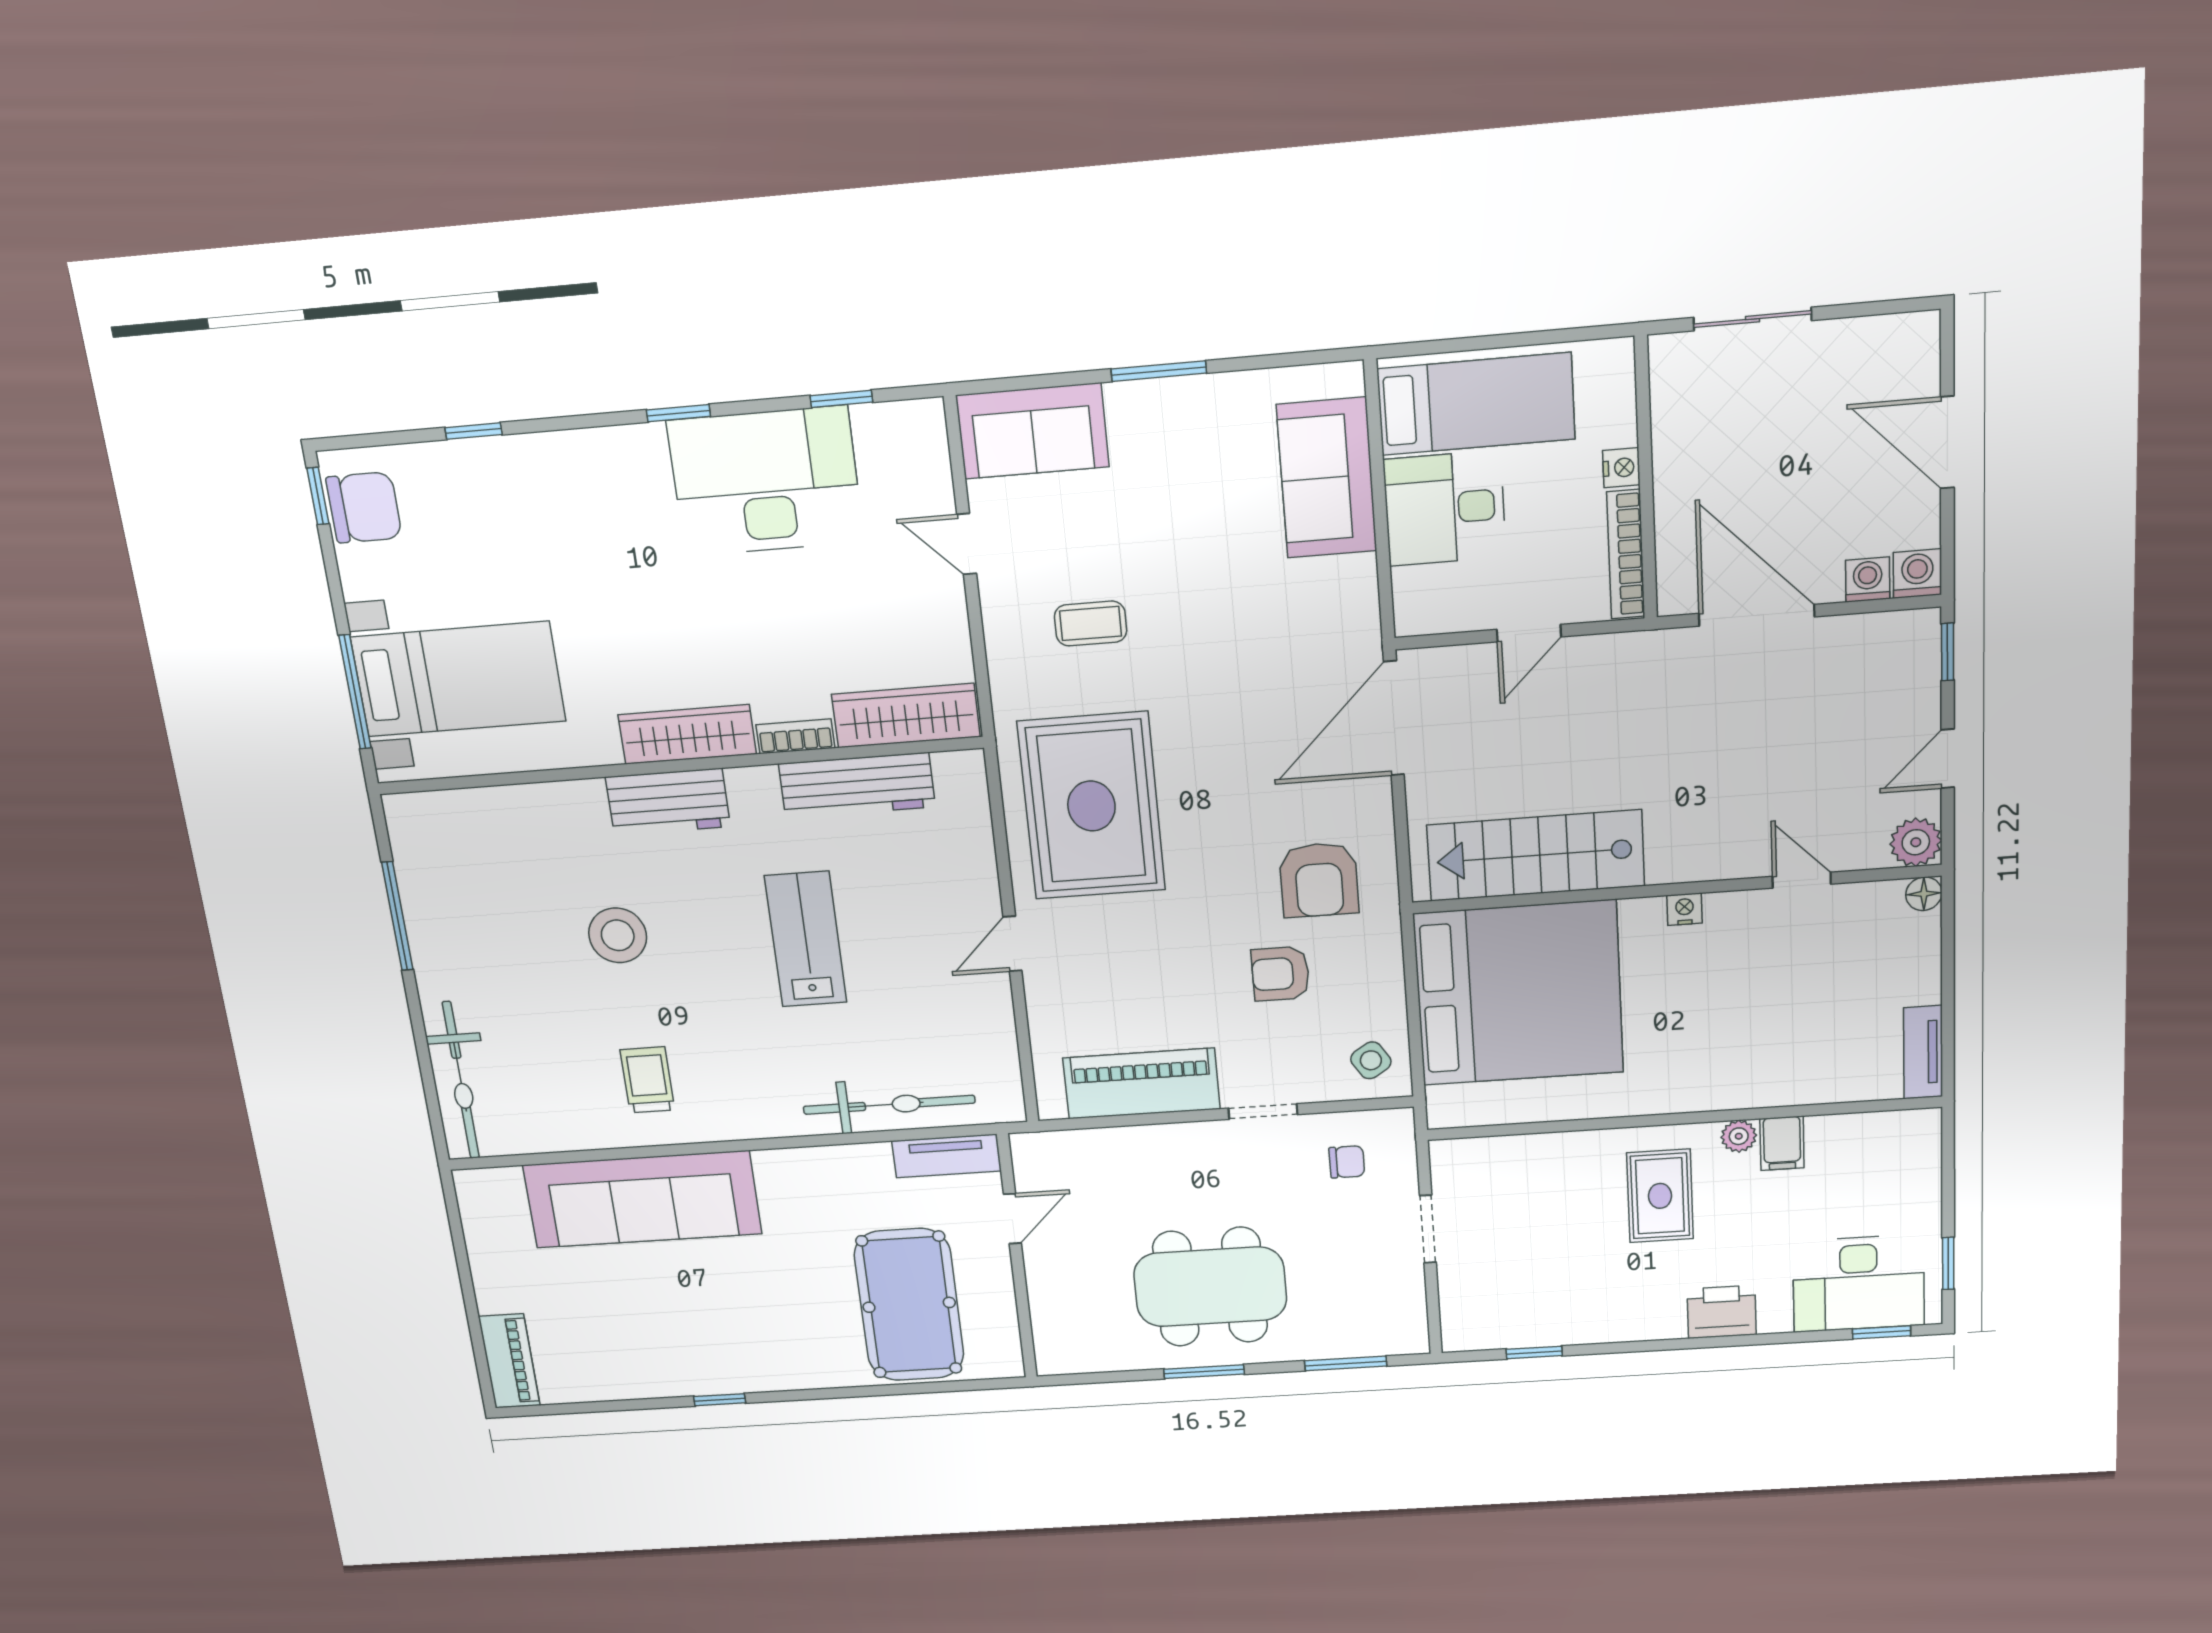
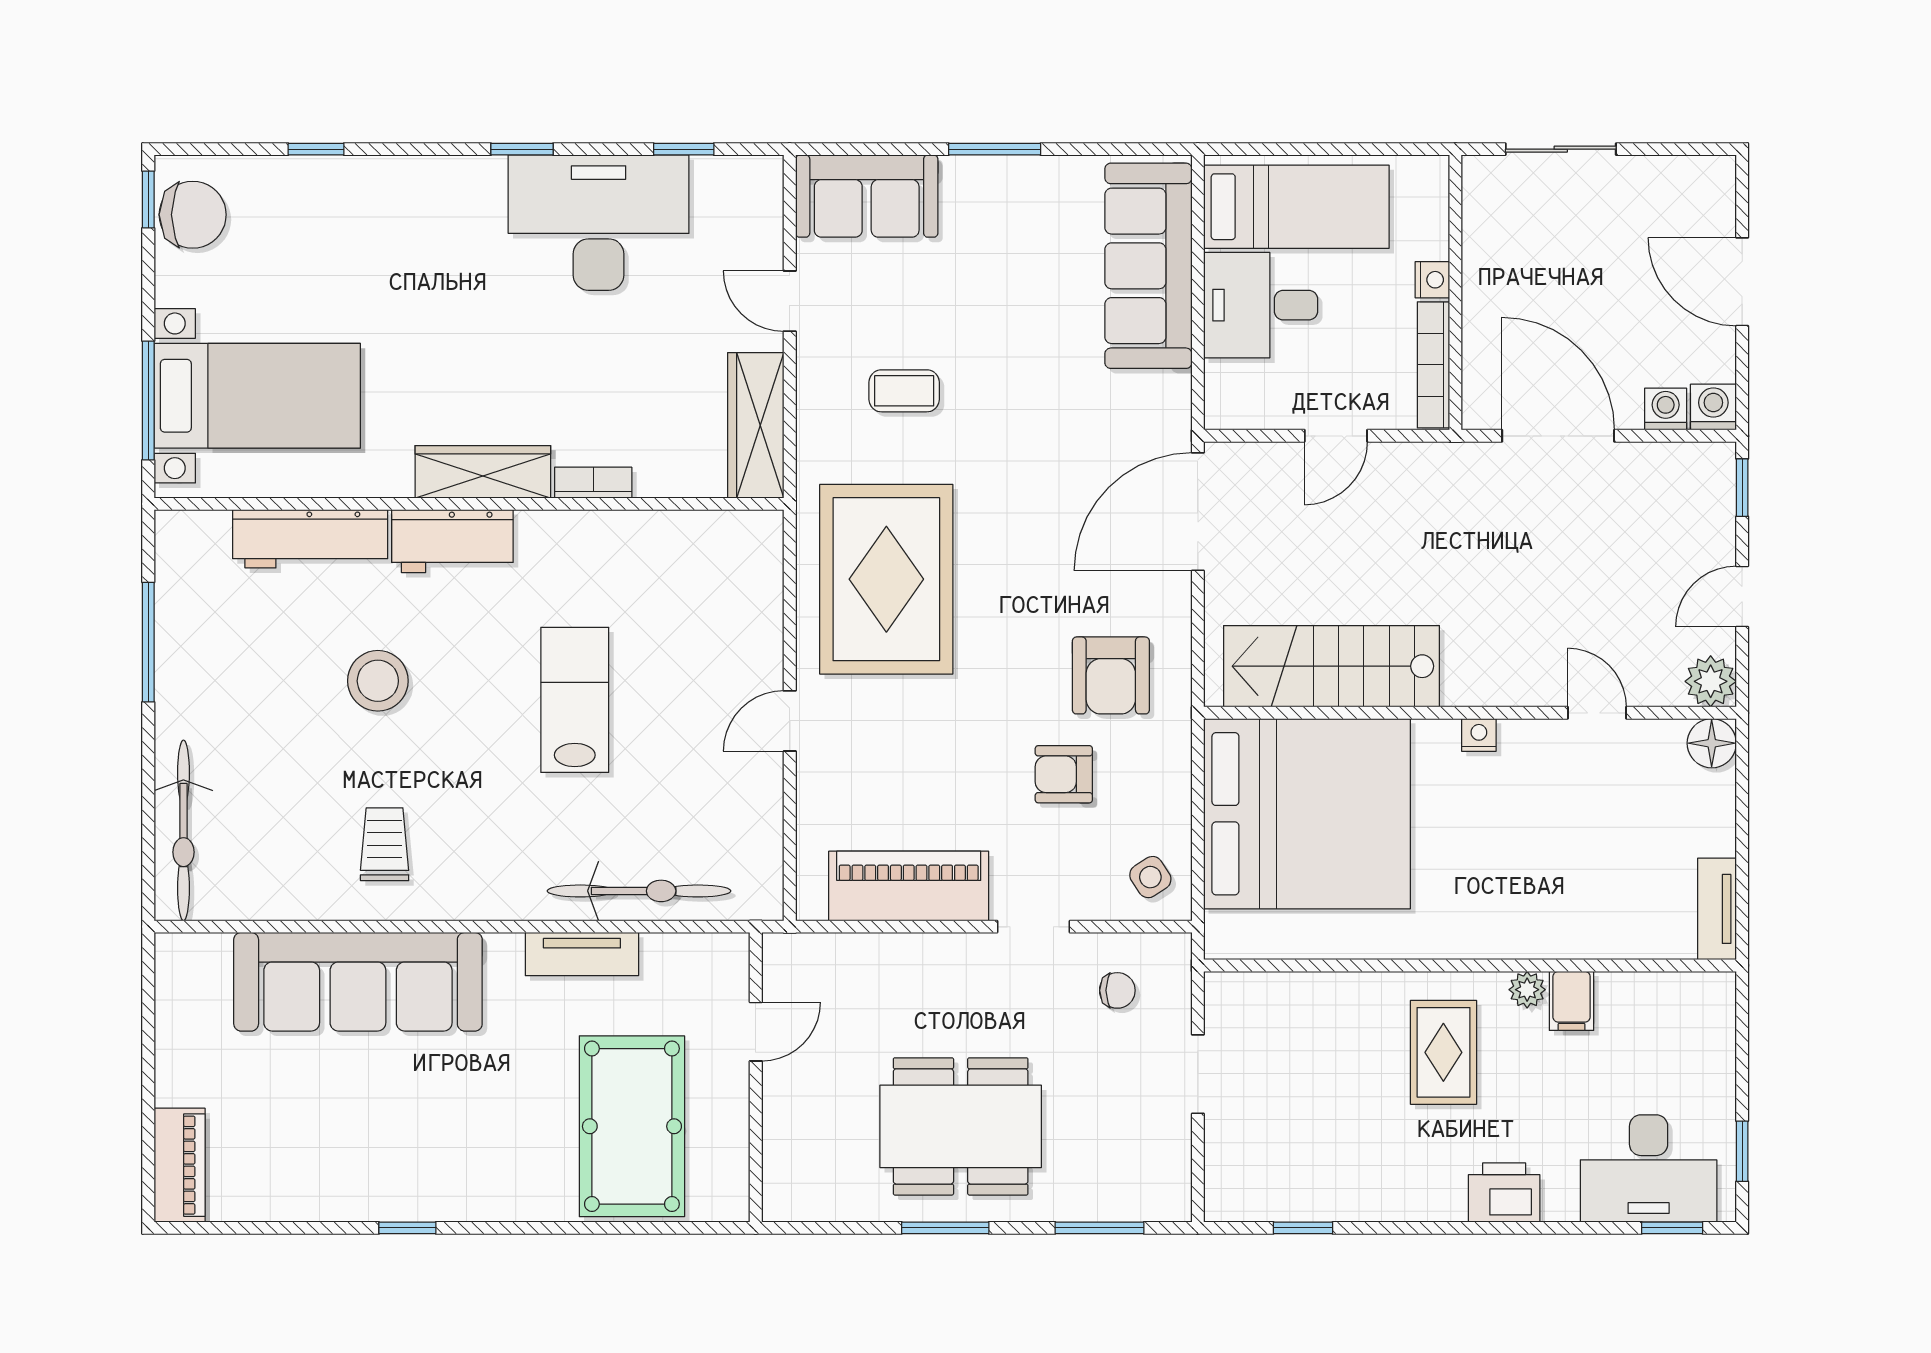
sofa: (1327, 478) -> (1148, 266), width x1.36
wardrobe: (906, 716) -> (756, 425), moved, turned -90
workbench: (857, 785) -> (310, 539), moved
floor lamp: (1924, 894) -> (1712, 743), width x1.37, depth x1.37
tv unit: (947, 1156) -> (582, 954), moved

